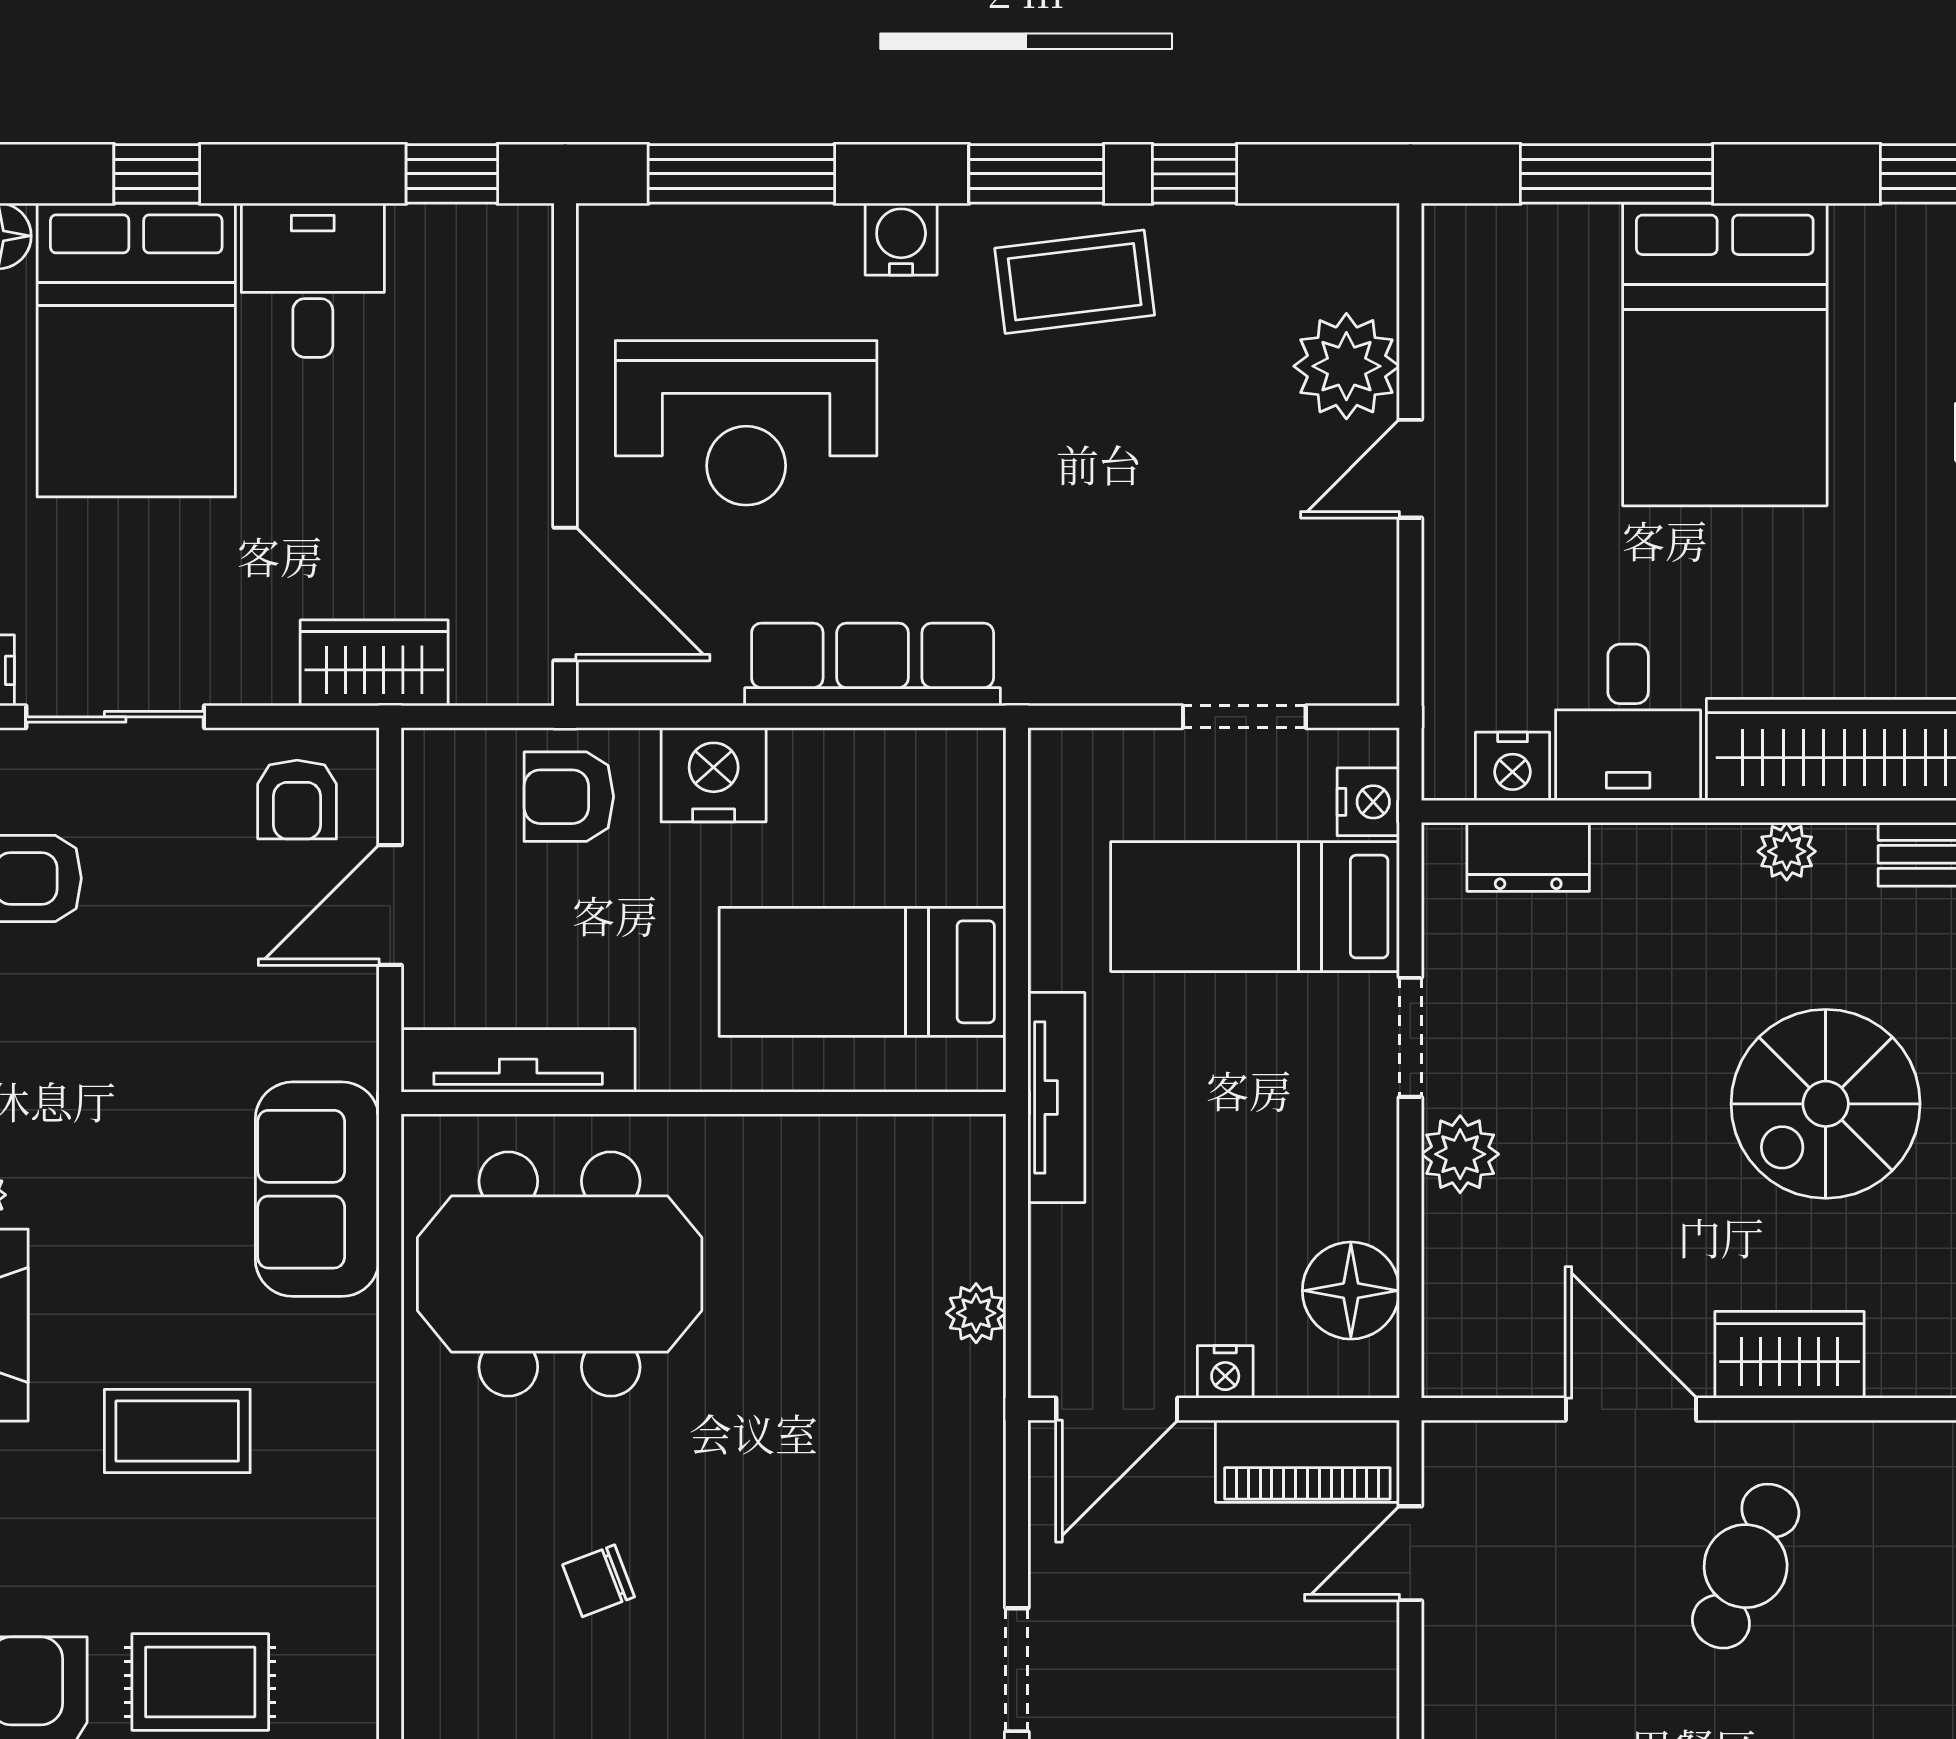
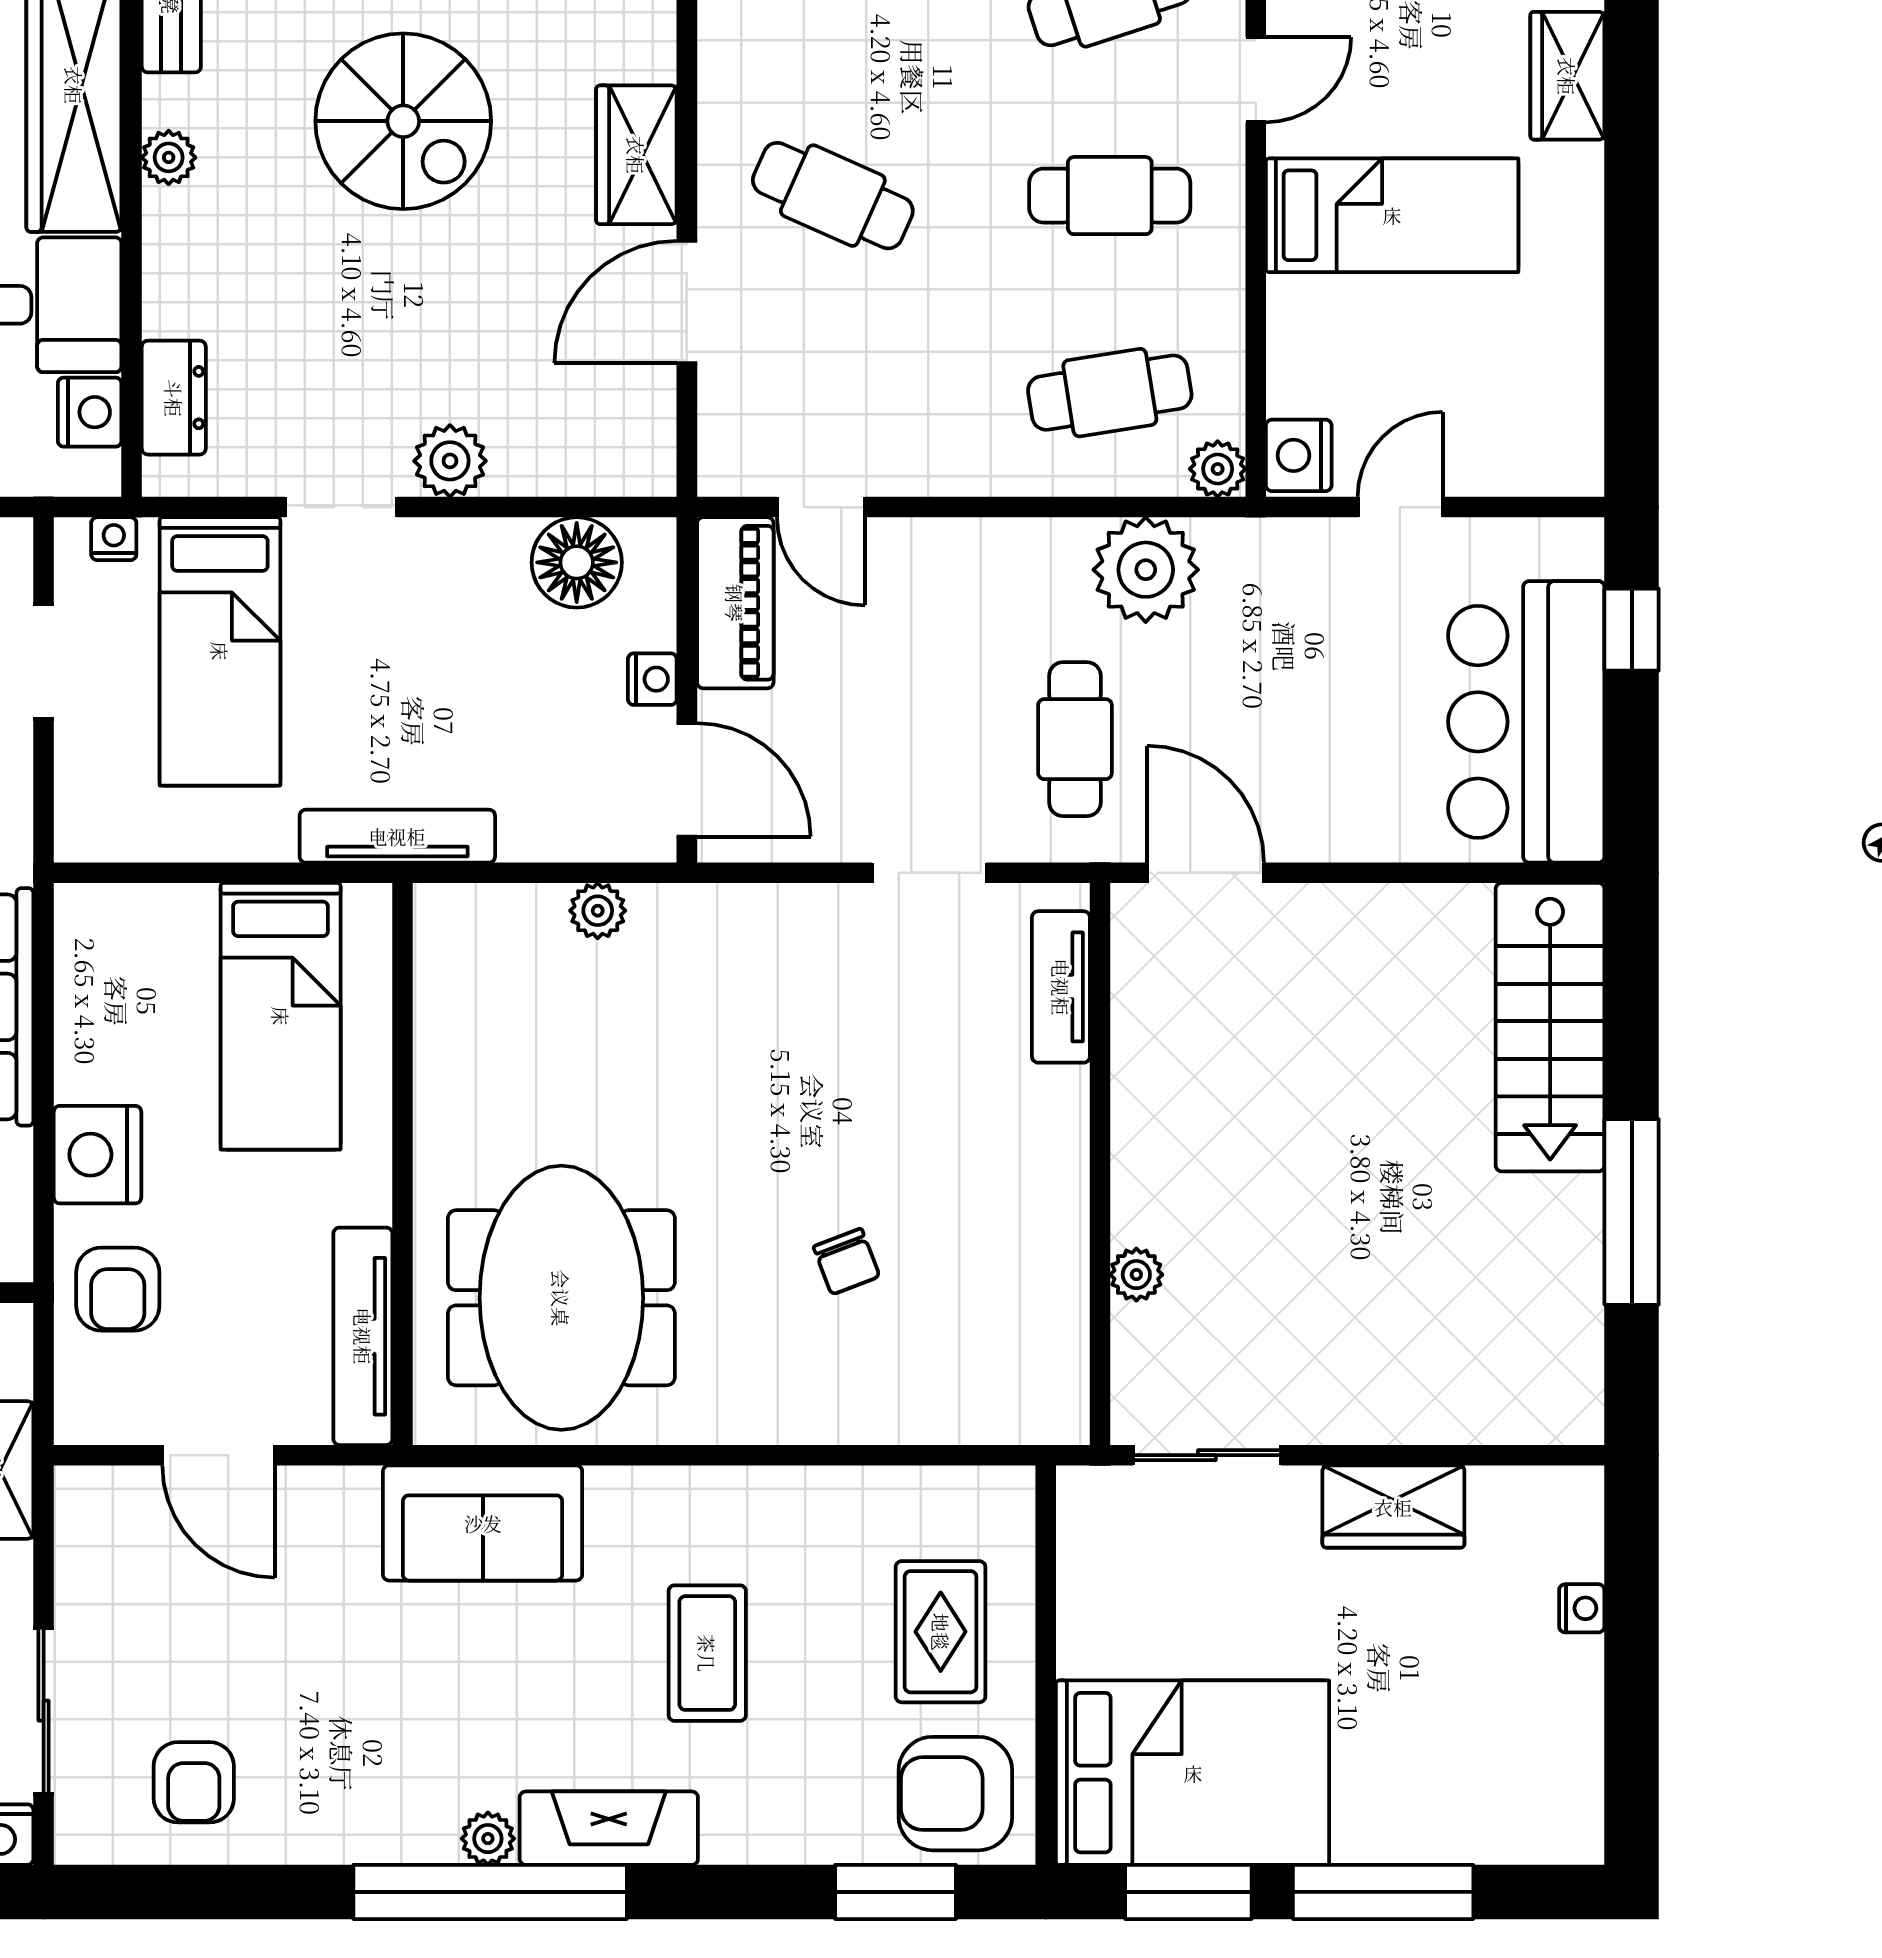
armchair: (297, 800) -> (120, 1542), removed
nightstand: (1368, 802) -> (114, 539), width x0.72, depth x0.74

